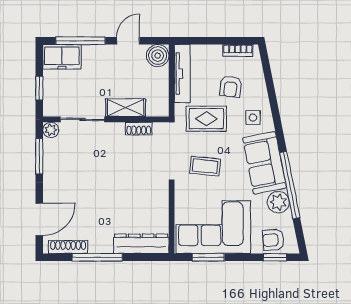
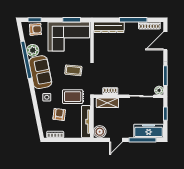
freezer: (62, 57) -> (149, 131), width x1.40
shelving: (126, 108) -> (107, 103), moved

